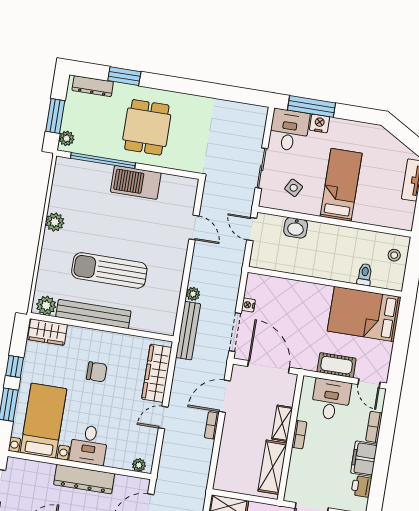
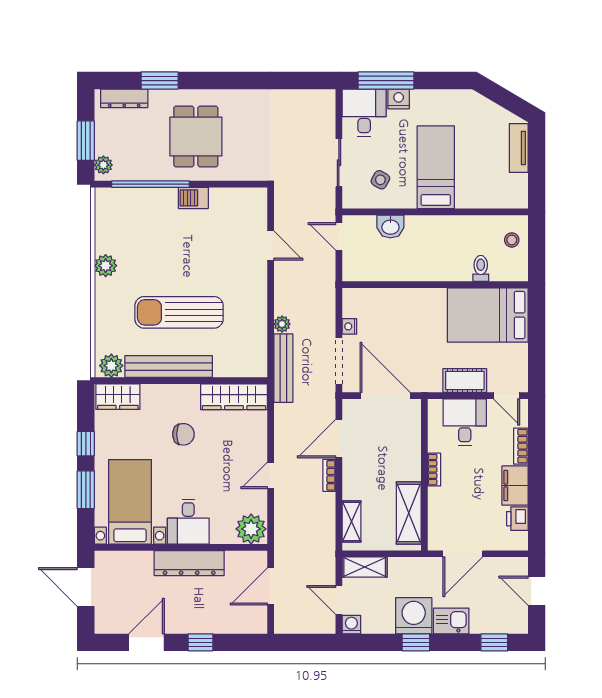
barbecue: (136, 182) -> (193, 198), width x0.53, depth x0.65
wardrobe: (157, 373) -> (234, 397), moved, turned -90
shelving: (282, 423) -> (351, 522), moved
plant: (139, 465) -> (251, 529), width x1.88, depth x1.88

